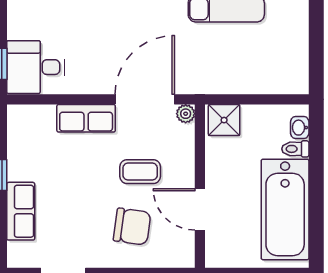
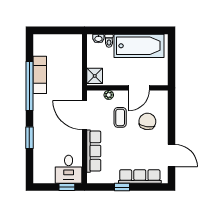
plant: (186, 114) -> (109, 95), moved
row of seats: (86, 118) -> (94, 151), width x1.48
row of seats: (21, 211) -> (140, 177), width x1.48

